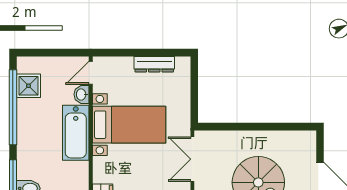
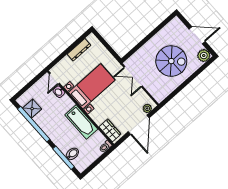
bathtub: (76, 133) -> (81, 122), moved

